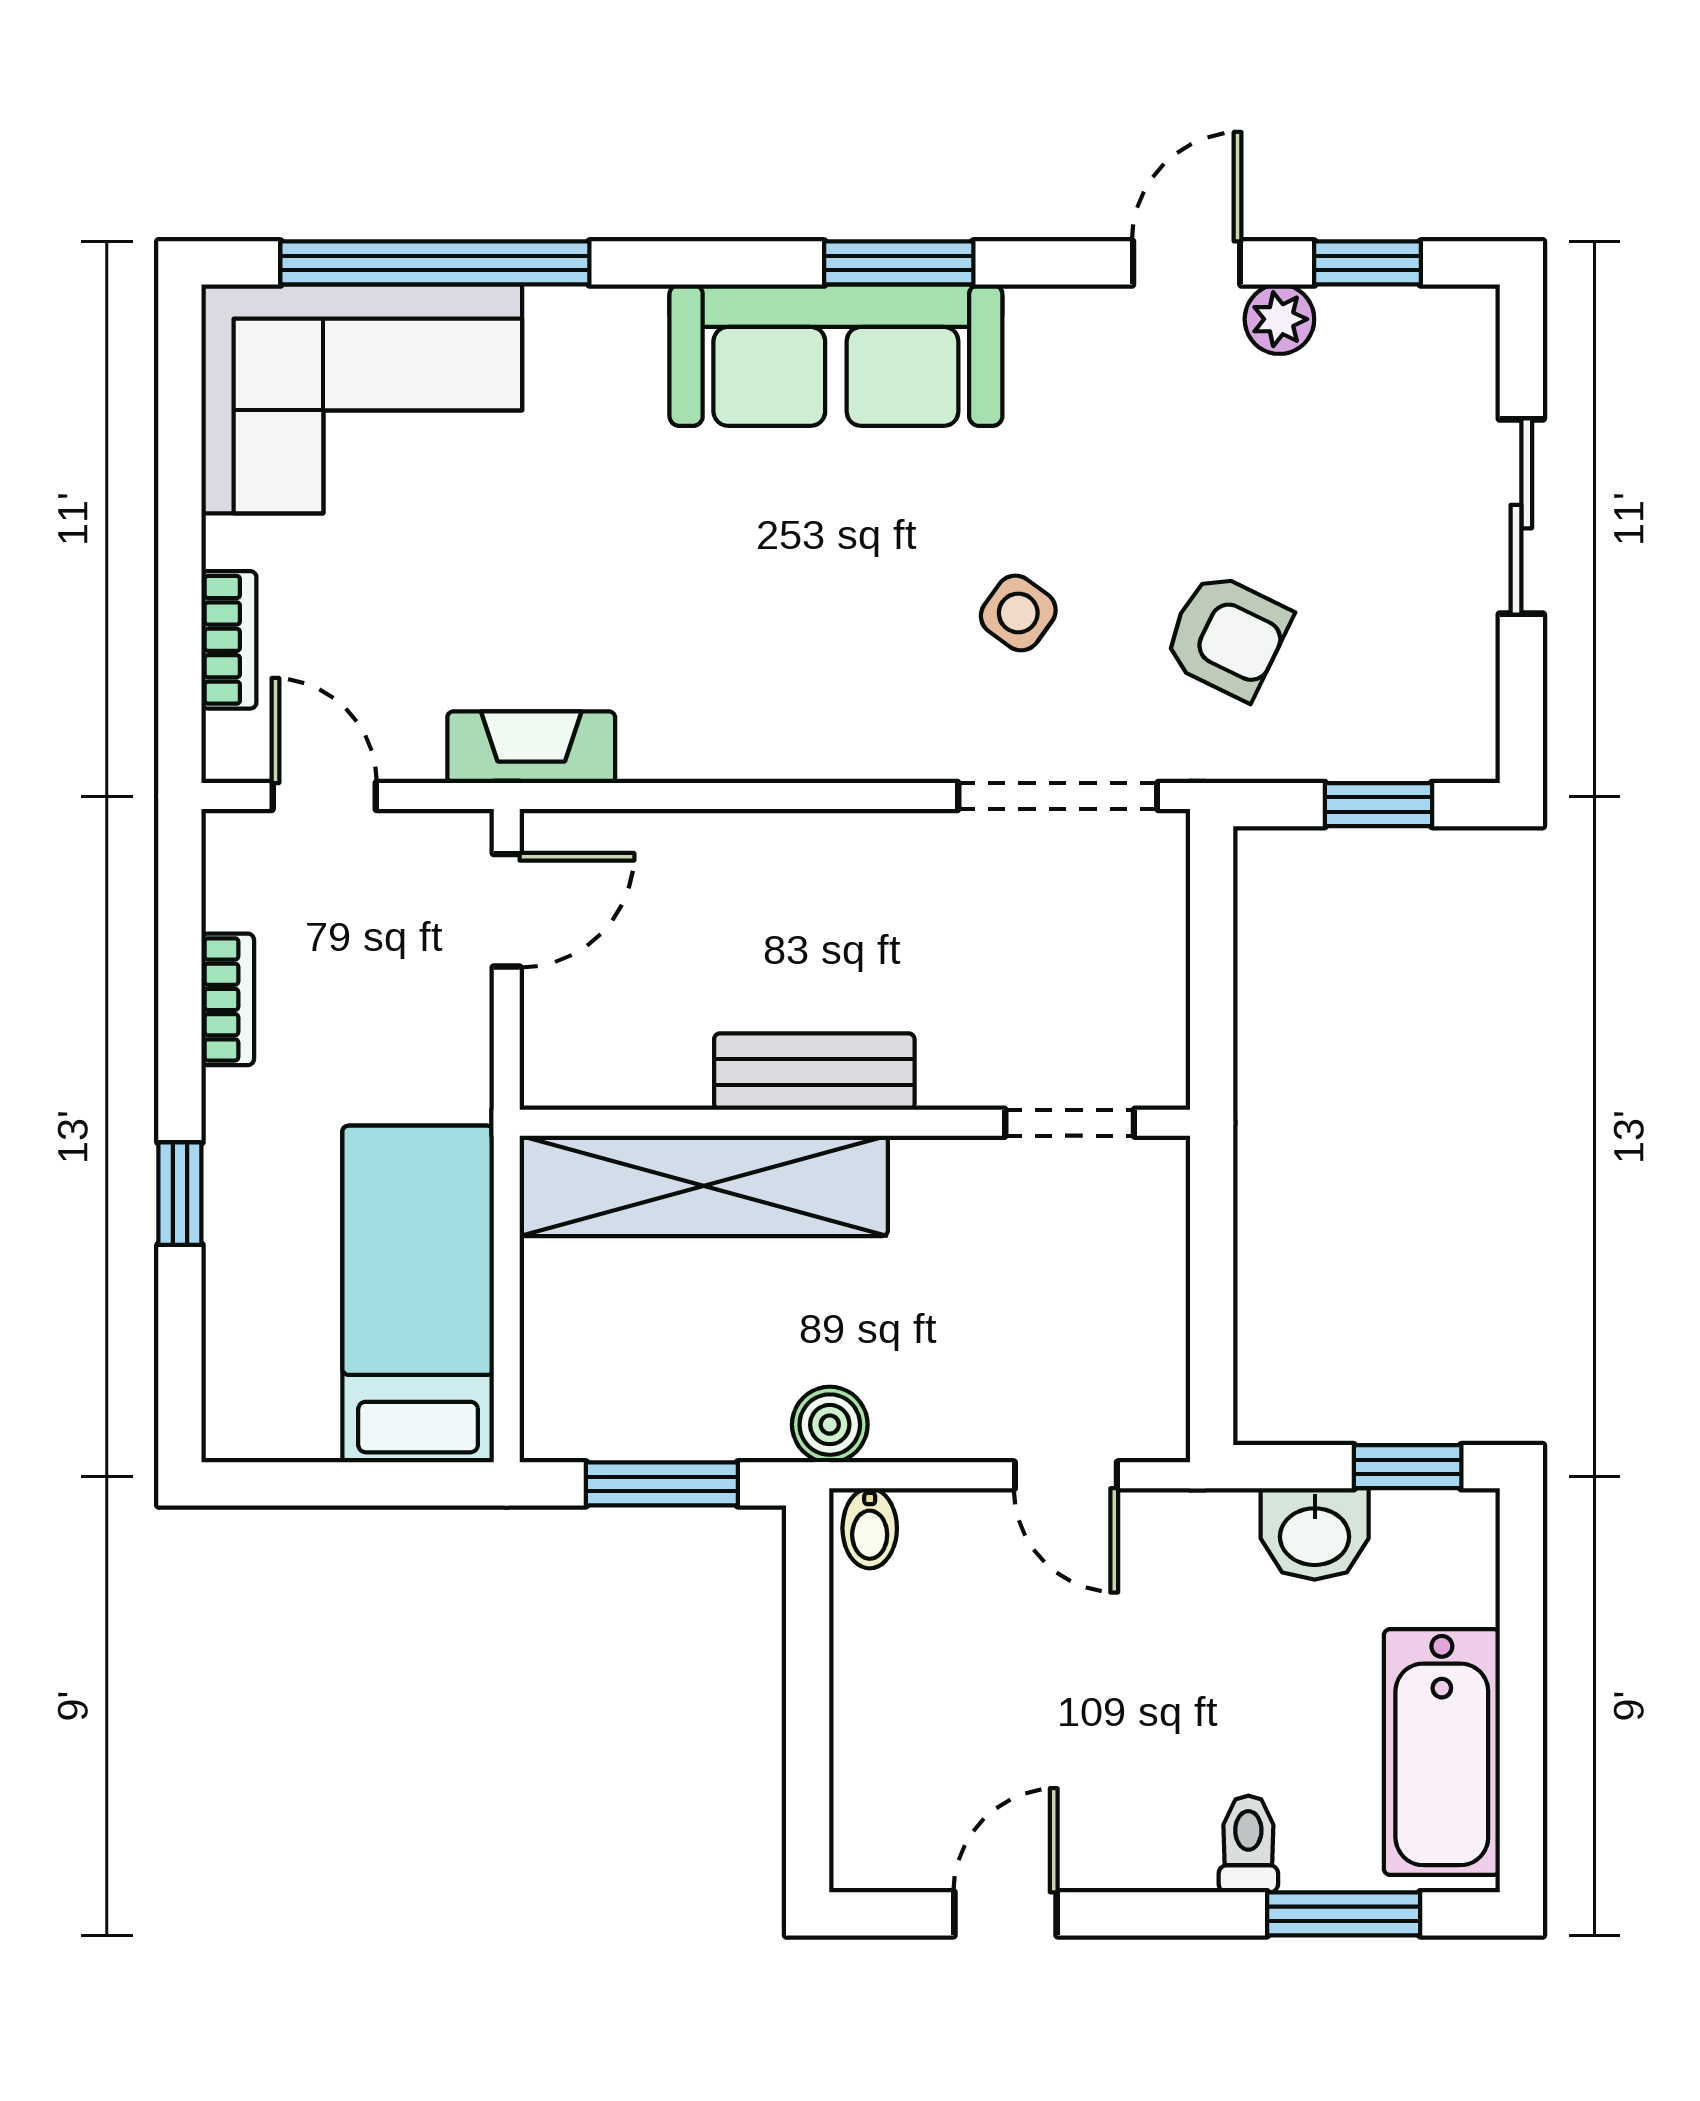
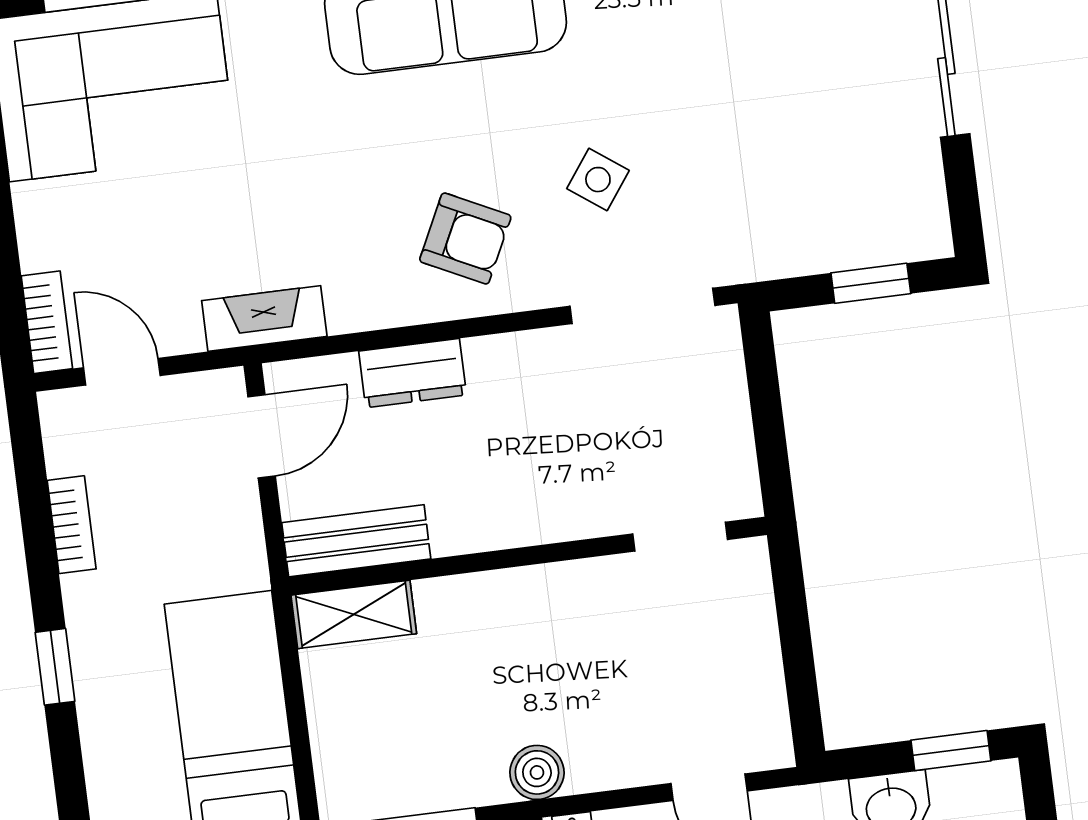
armchair: (1227, 636) -> (465, 238), moved
bookcase: (229, 640) -> (47, 322), moved
dresser: (727, 849) -> (413, 373), added
bench: (814, 1072) -> (356, 541), moved
shelving: (704, 1186) -> (354, 614), width x0.45, depth x0.75

